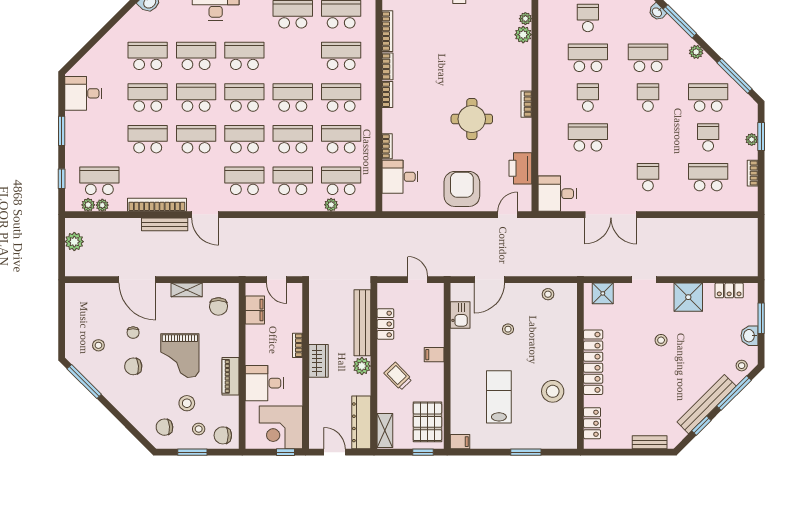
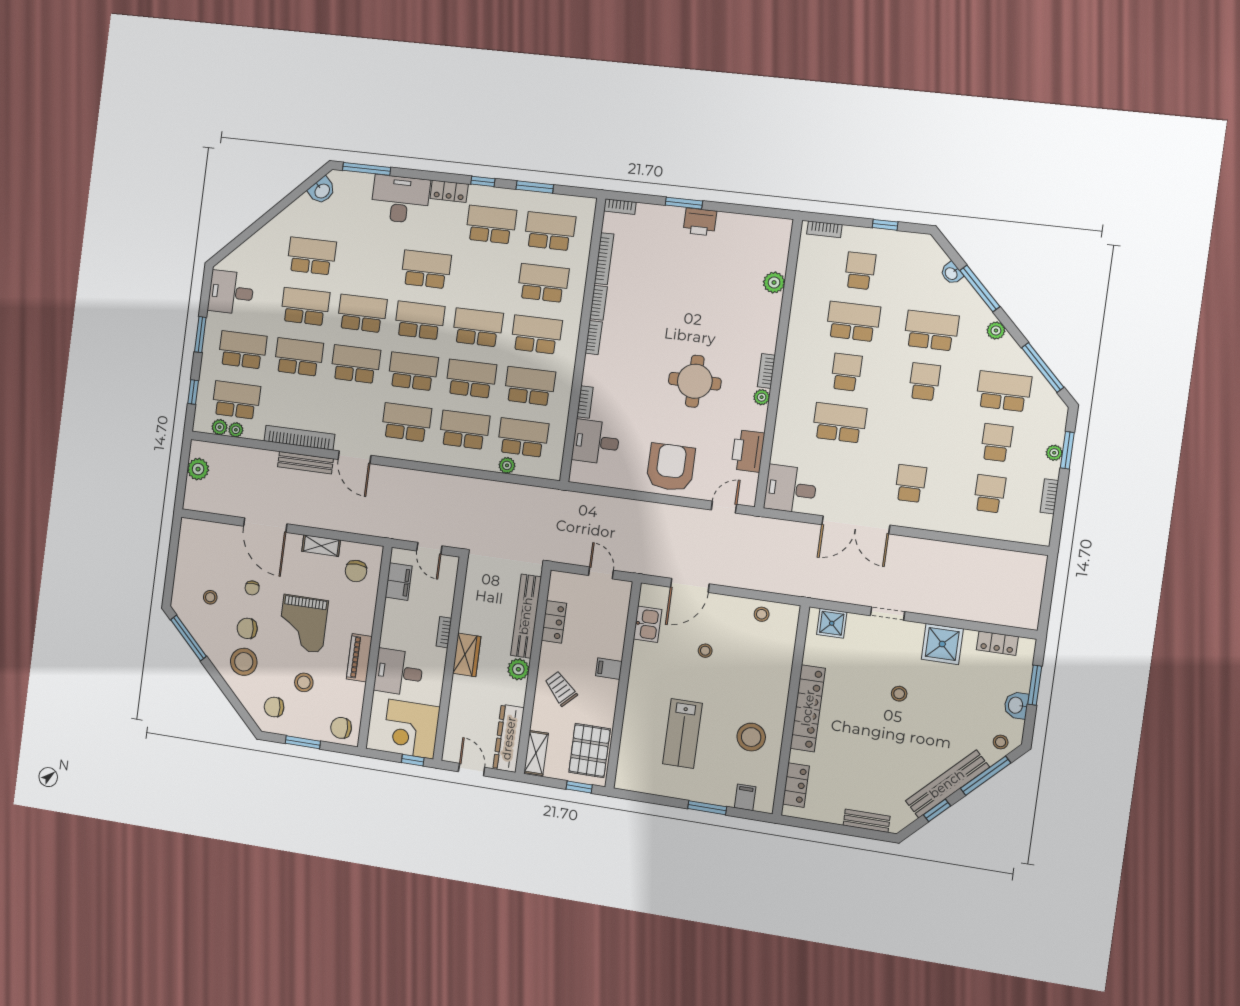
plant: (525, 19) -> (762, 397), moved
school desk: (196, 56) -> (242, 350), moved
school desk: (708, 177) -> (990, 494), width x0.54
lab bench: (499, 397) -> (682, 733), turned 180
stool: (199, 429) -> (244, 662), moved, width x1.89, depth x1.89
filing cabinet: (460, 442) -> (745, 797), moved, turned -90

